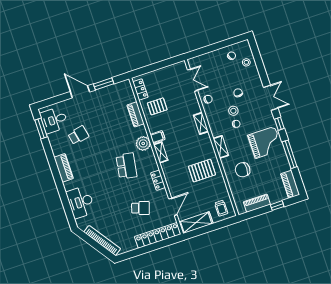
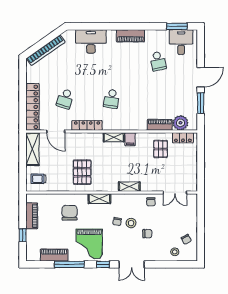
plant: (143, 143) -> (180, 123), moved
school desk: (126, 166) -> (112, 99), width x0.54
locker: (158, 180) -> (87, 125), width x1.53
piano: (290, 184) -> (54, 255), moved

